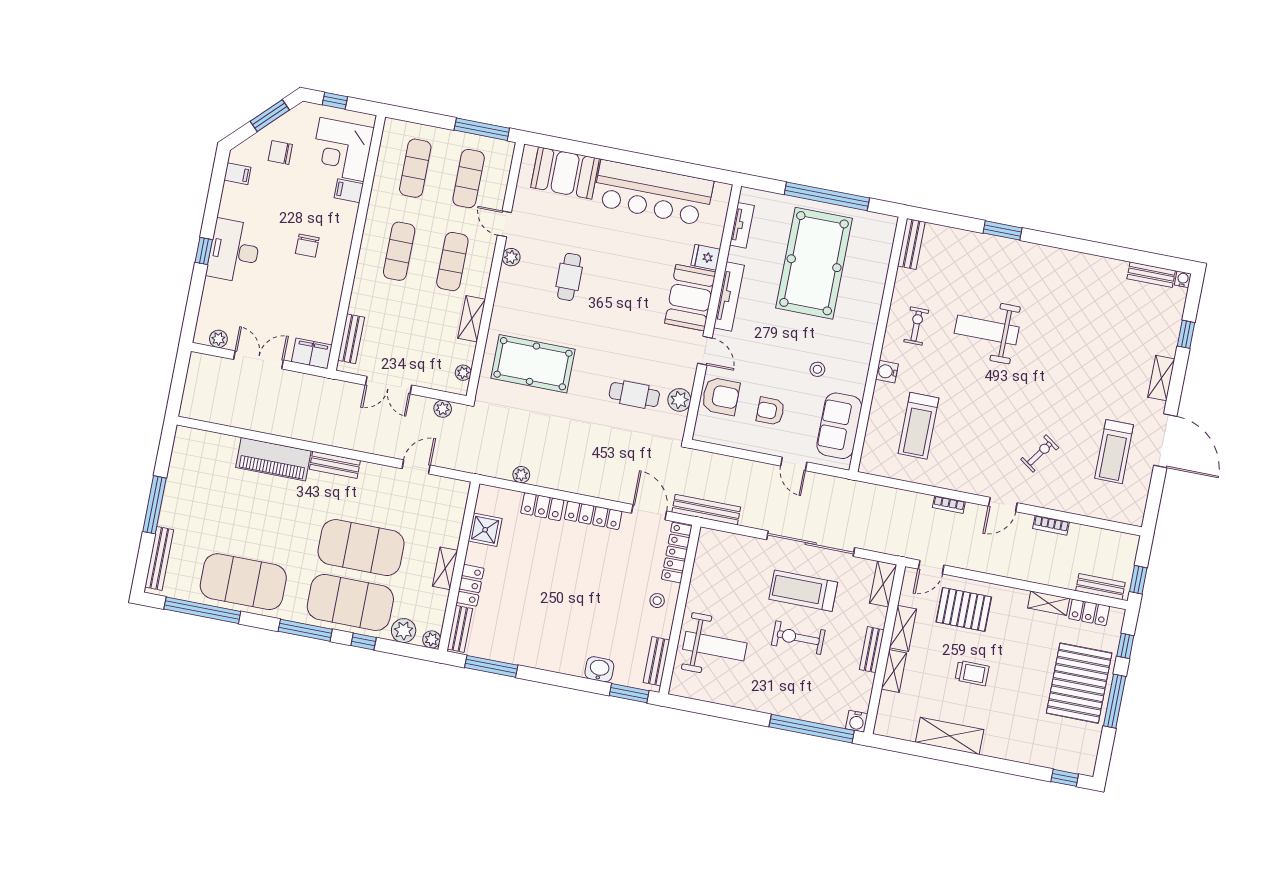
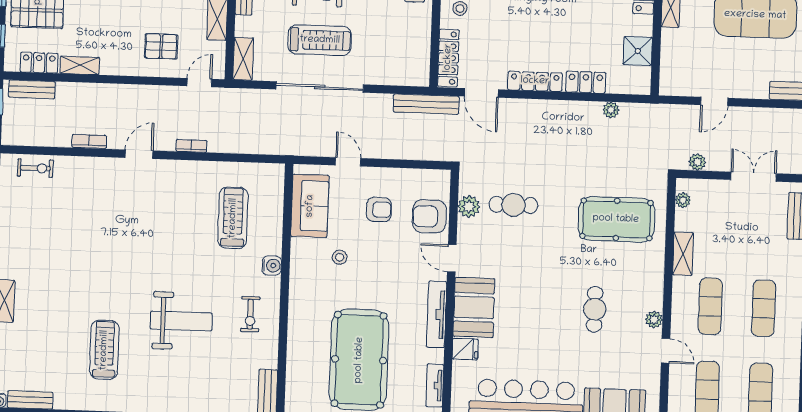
treadmill: (1114, 452) -> (104, 350), moved
exercise bike: (1040, 453) -> (35, 168), moved, turned -125
pallet: (964, 609) -> (161, 46), width x0.67, depth x0.71

